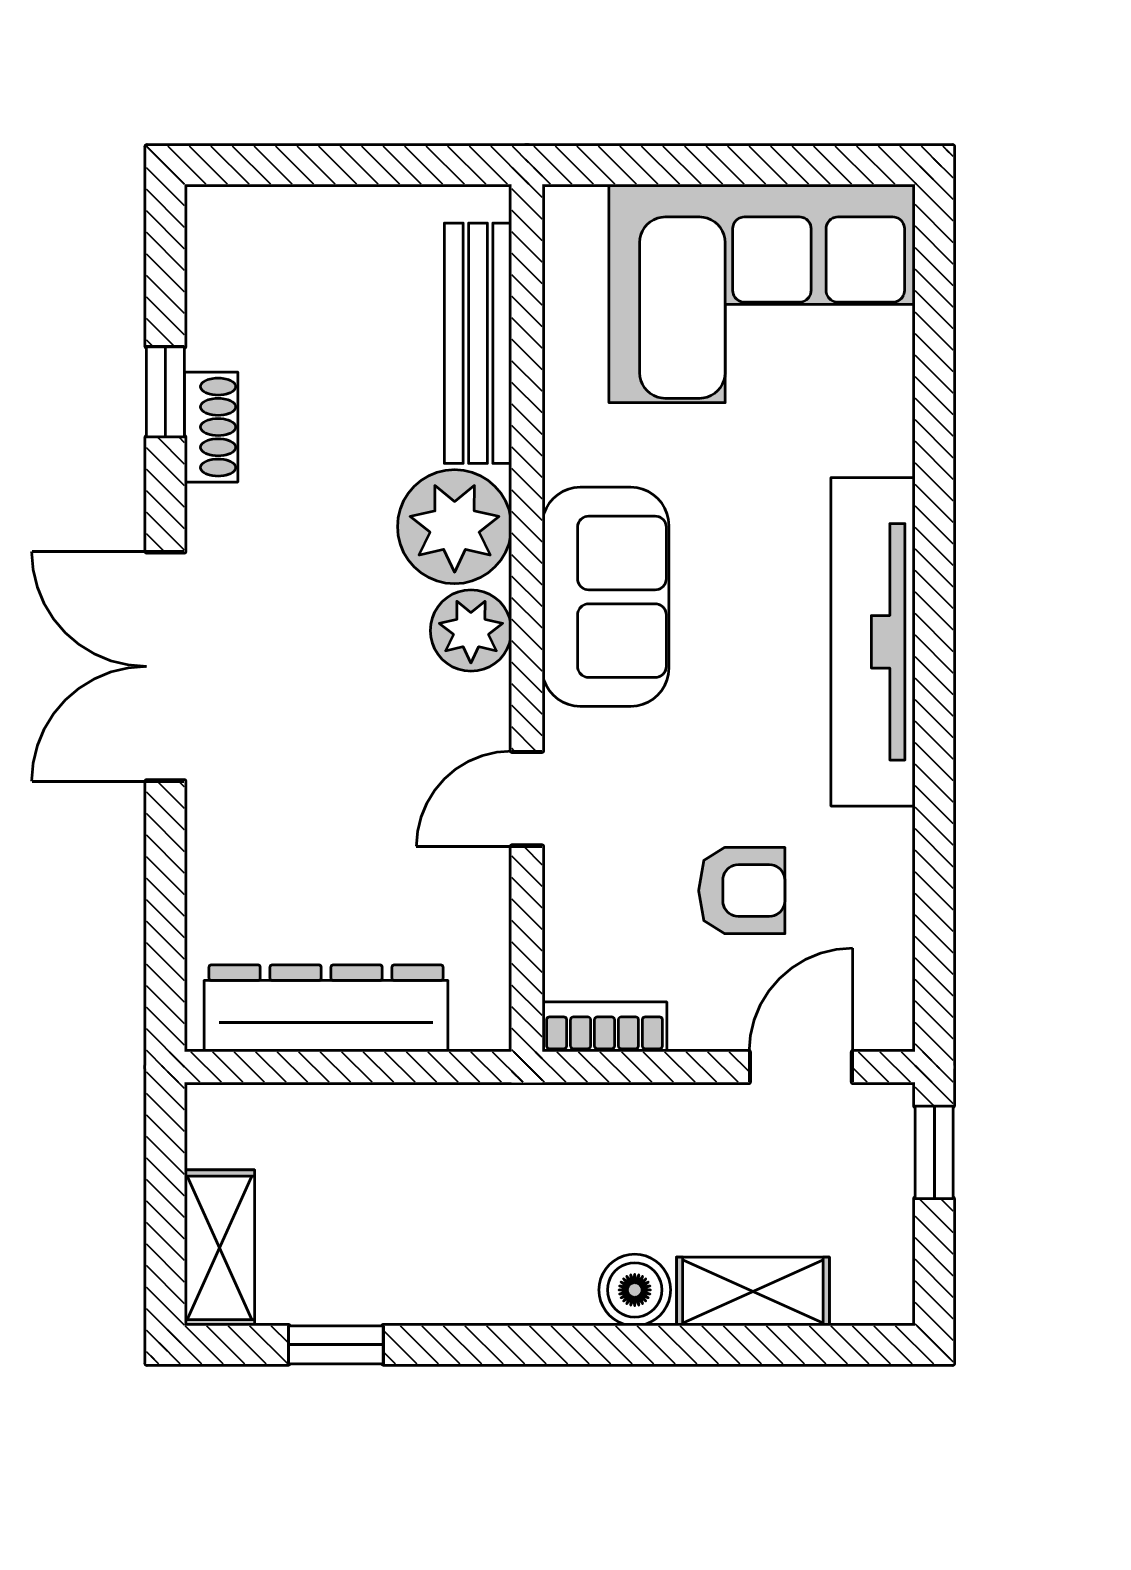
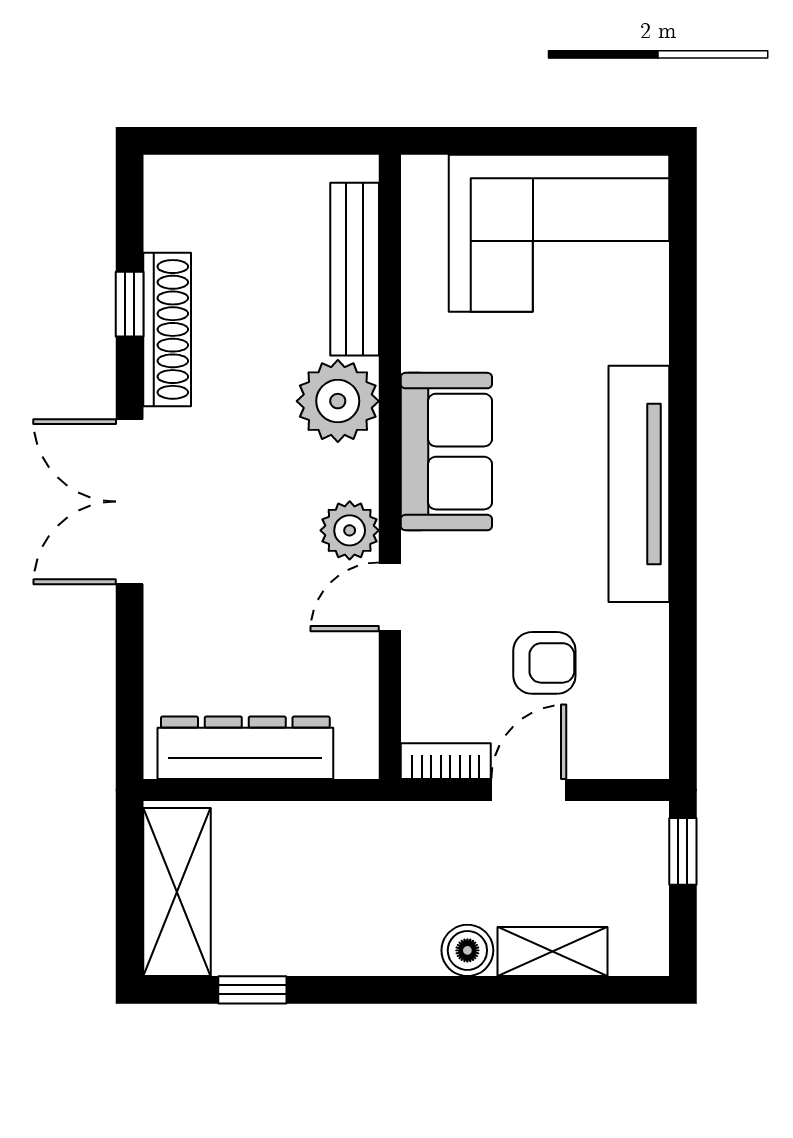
shoe rack: (211, 427) -> (167, 329), width x1.94, depth x1.24
plant: (471, 631) -> (350, 530), moved
door: (801, 1067) -> (529, 790), moved
shelving: (219, 1248) -> (177, 892), width x1.50, depth x1.33

